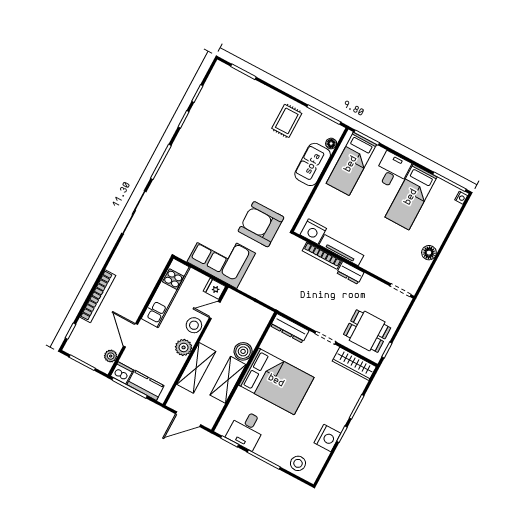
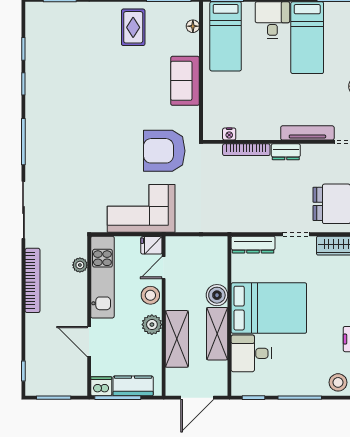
sofa: (313, 164) -> (185, 81), moved
nightstand: (313, 232) -> (229, 134), width x0.53, depth x0.56
tv unit: (341, 250) -> (307, 133), moved
bookcase: (98, 296) -> (33, 280), moved
plant: (111, 356) -> (80, 265), moved
desk: (246, 430) -> (251, 353), moved, turned 90

